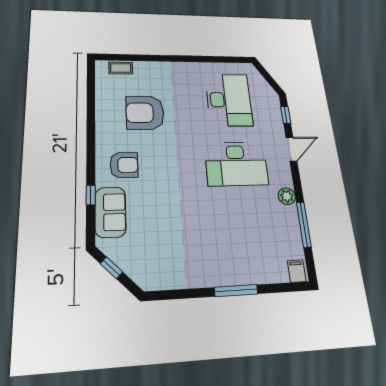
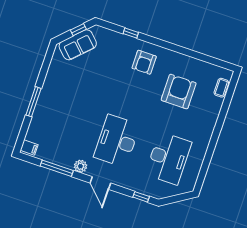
desk: (229, 100) -> (168, 158), turned -90
door: (291, 149) -> (100, 183), moved
sofa: (110, 212) -> (78, 45), moved, turned -45

